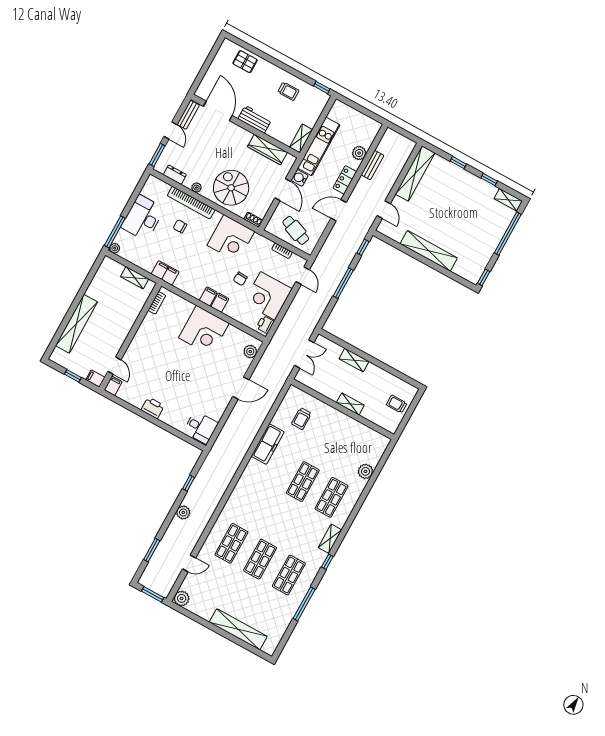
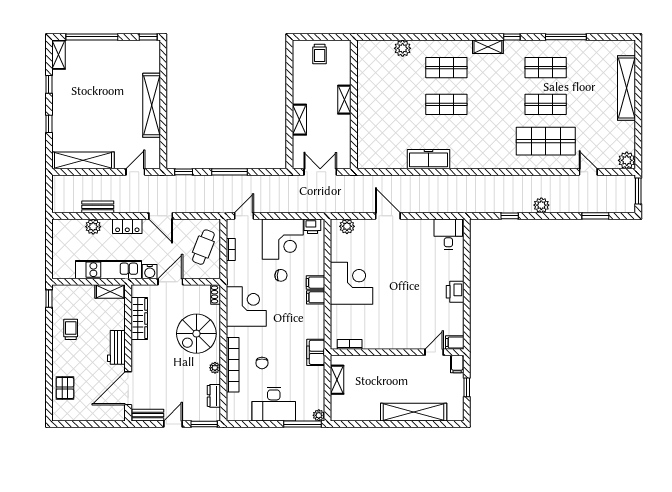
trolley: (301, 419) -> (385, 140), removed
shop shelf: (231, 543) -> (546, 141), width x1.43, depth x1.36

